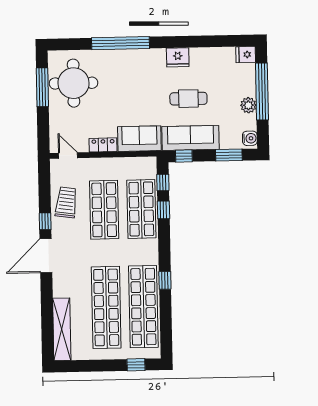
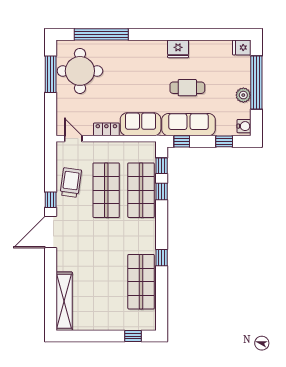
window: (120, 43) -> (101, 34), moved
window: (229, 155) -> (224, 141), width x0.67
shop shelf: (106, 307) -> (106, 282), removed
shop shelf: (143, 307) -> (141, 282), width x0.71

